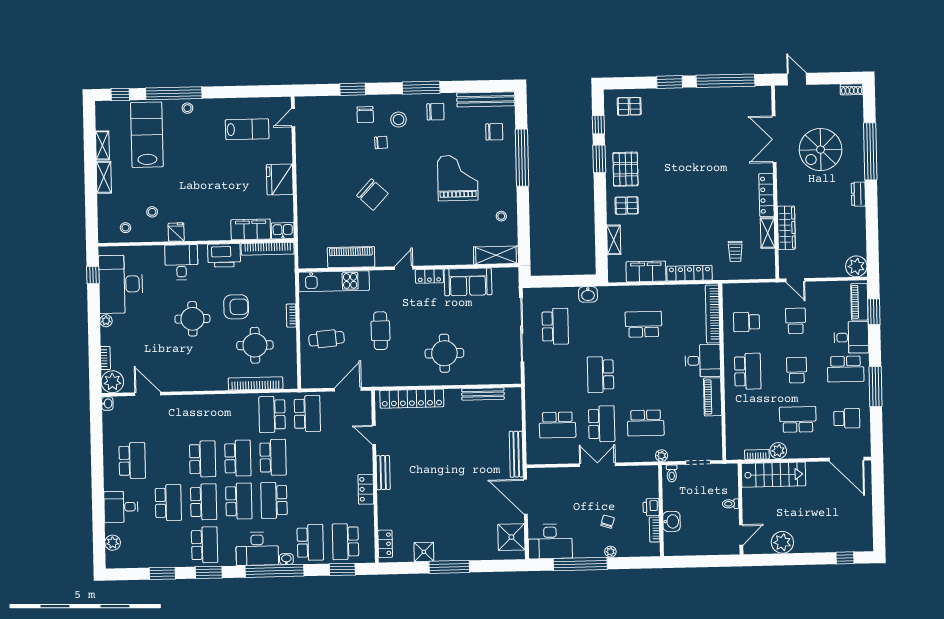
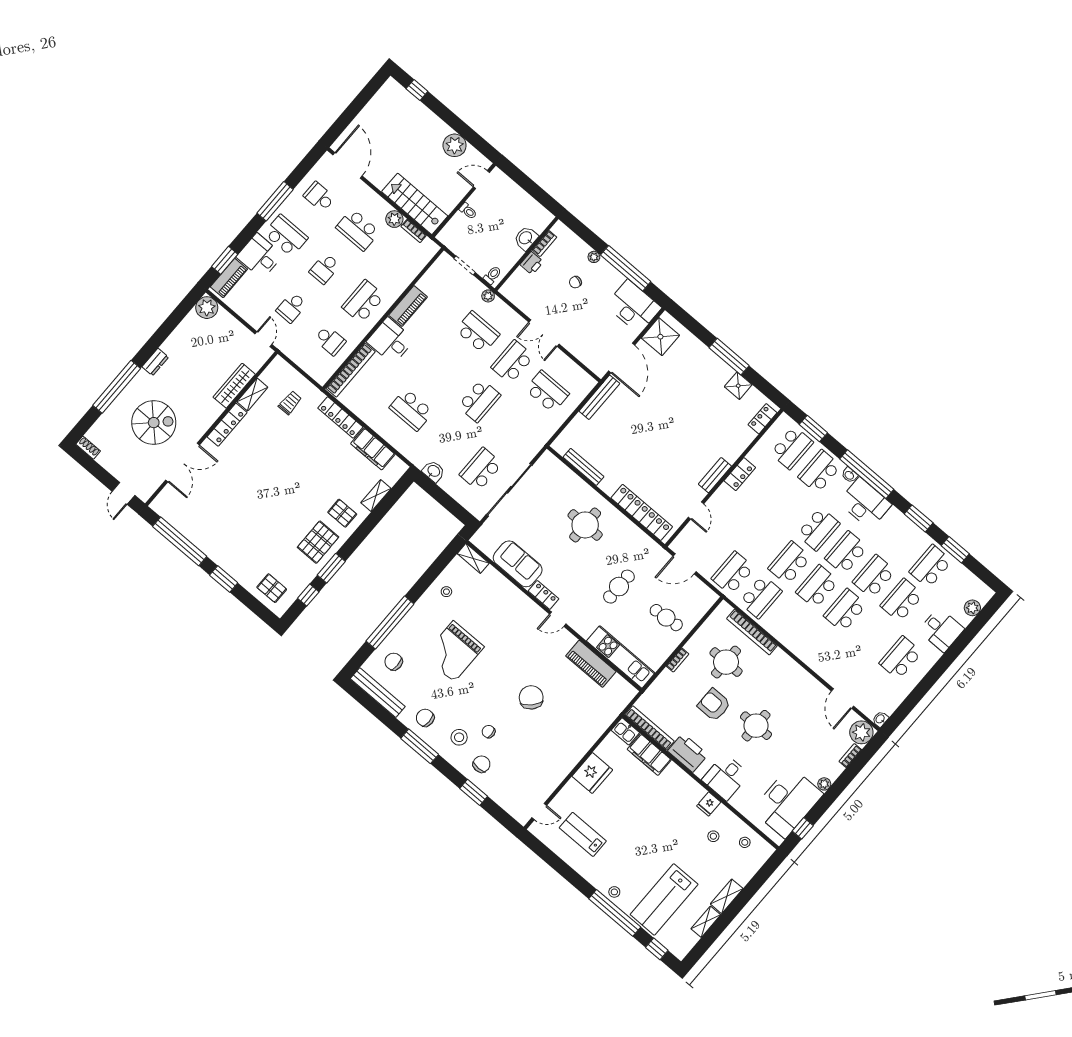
shelving: (496, 255) -> (473, 558), width x0.67, depth x0.75
school desk: (205, 545) -> (931, 566), moved

